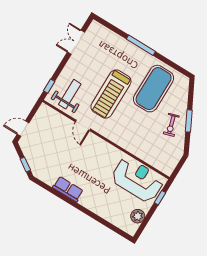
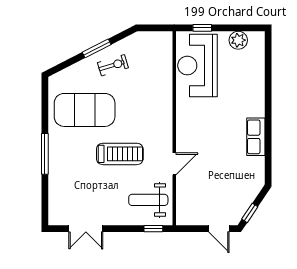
treadmill: (111, 94) -> (120, 154), width x0.73, depth x0.73
window: (25, 165) -> (250, 213), moved

